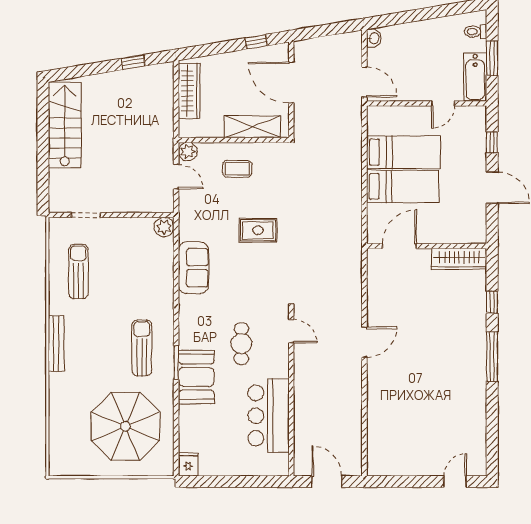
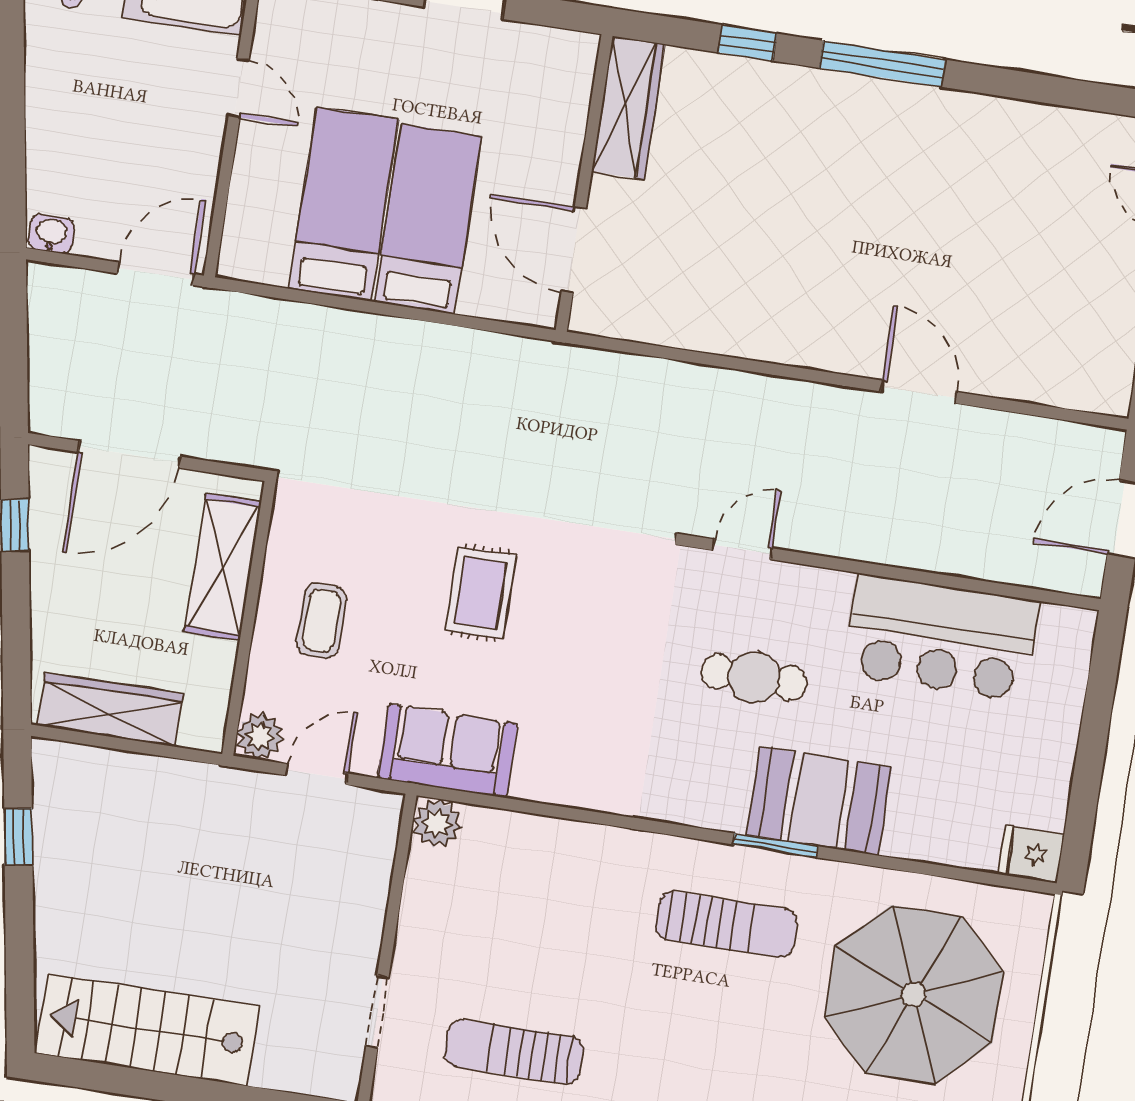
sofa: (193, 268) -> (448, 751), moved
door: (364, 342) -> (919, 392), moved
sun lounger: (142, 348) -> (726, 924), turned 180

